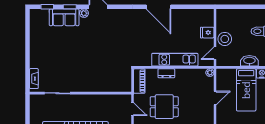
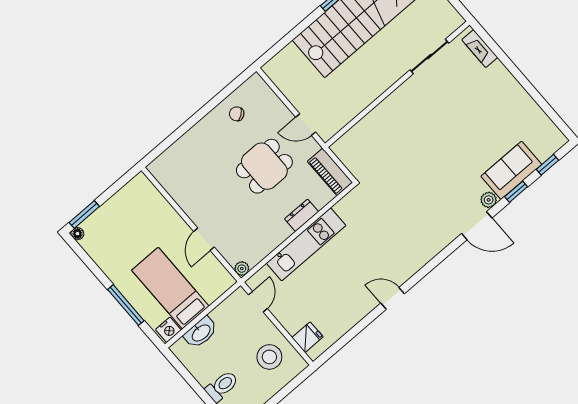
door: (158, 7) -> (393, 298), width x0.53
fridge: (207, 33) -> (307, 337), moved
stool: (225, 39) -> (269, 357), moved

